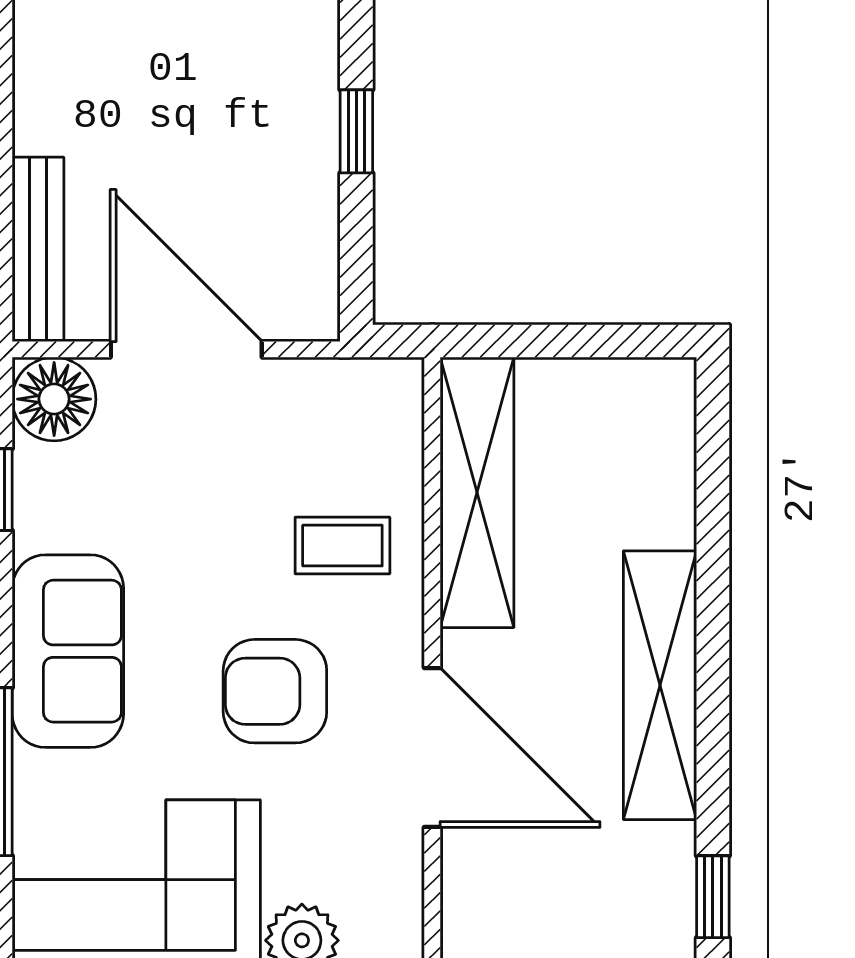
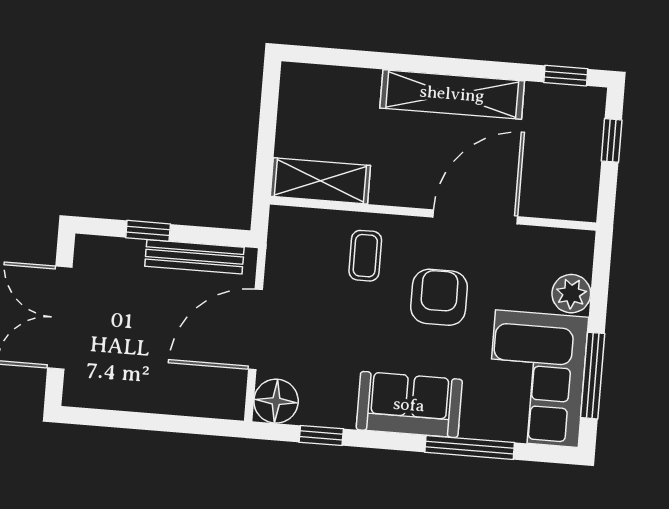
bench: (38, 249) -> (194, 257), moved
shelving: (477, 492) -> (320, 181), width x0.68
armchair: (275, 691) -> (439, 297), turned 180

